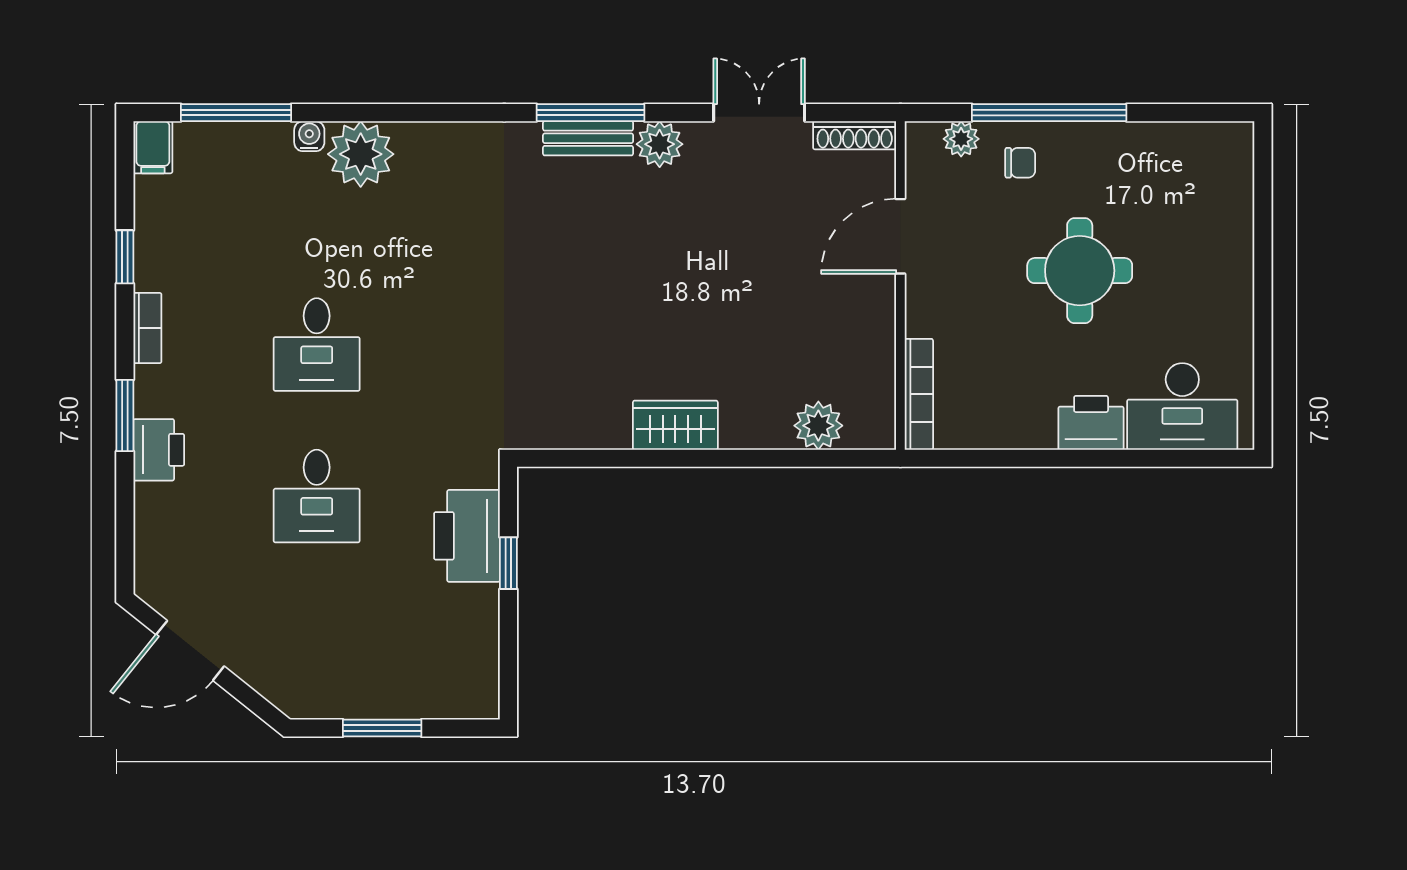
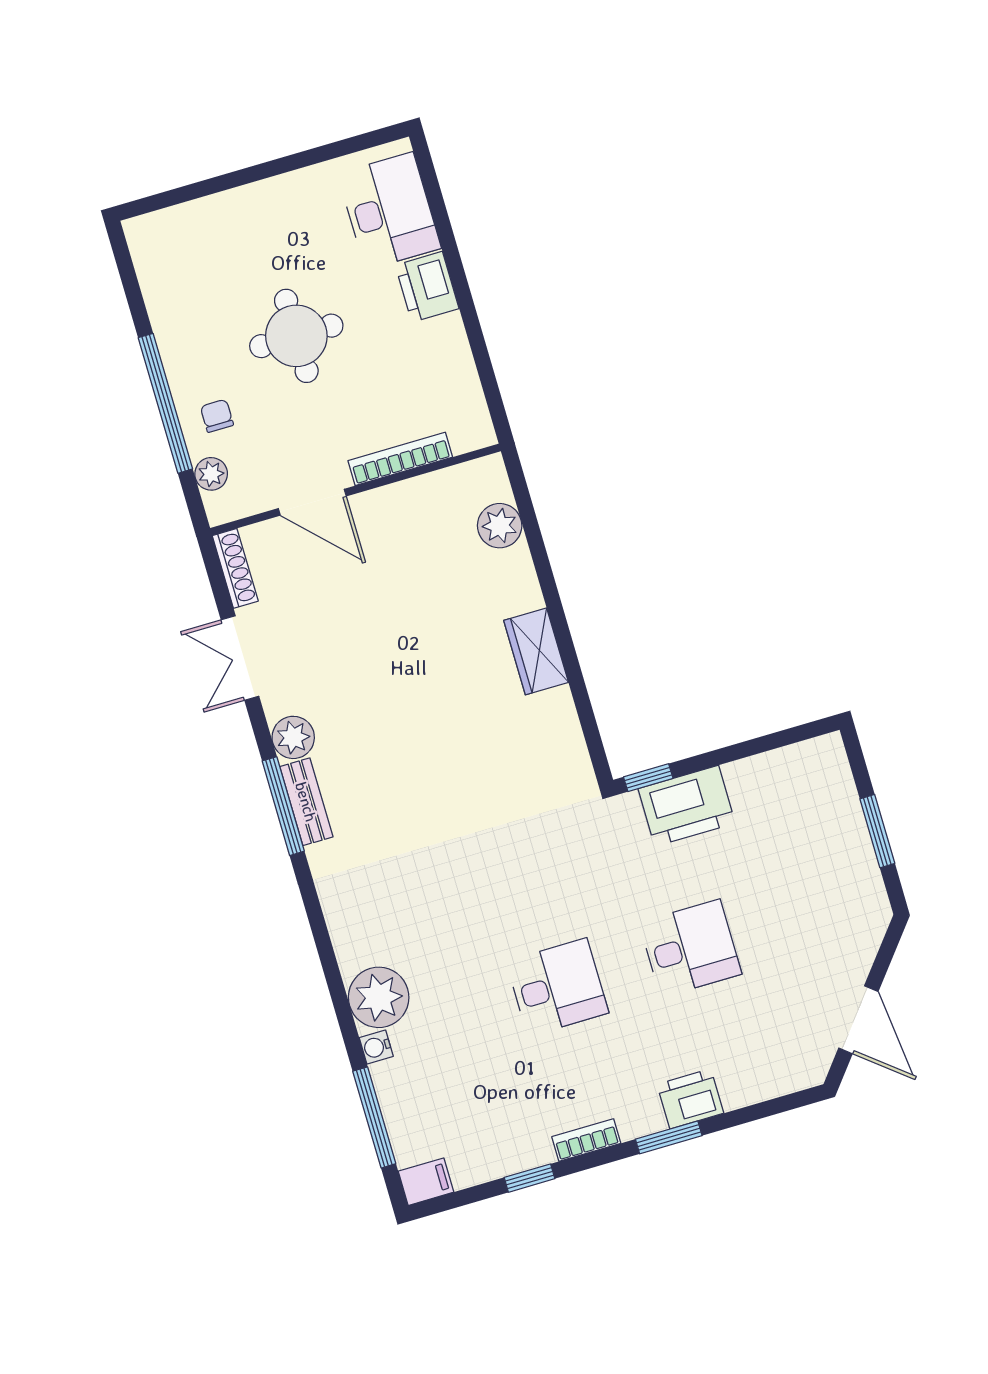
bookcase: (919, 394) -> (400, 459), moved
window: (508, 563) -> (648, 778), moved

